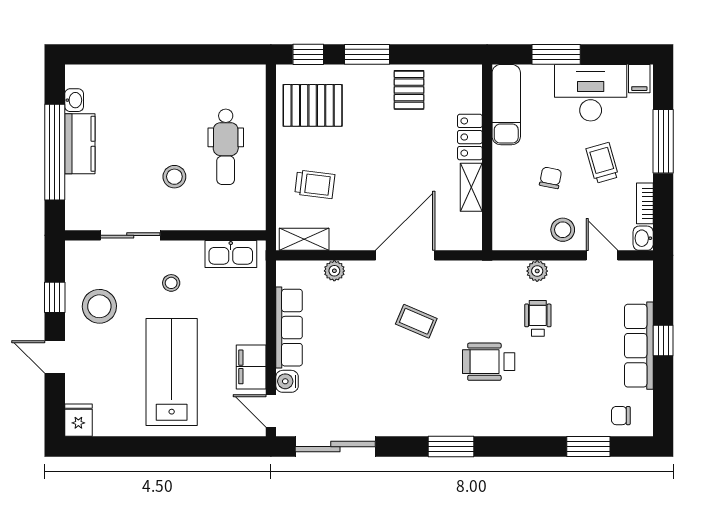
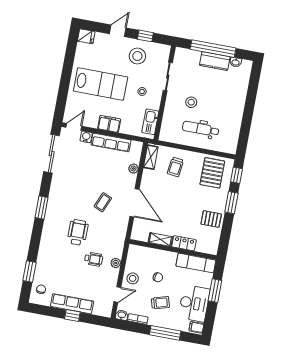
filing cabinet: (251, 367) -> (109, 124), moved

